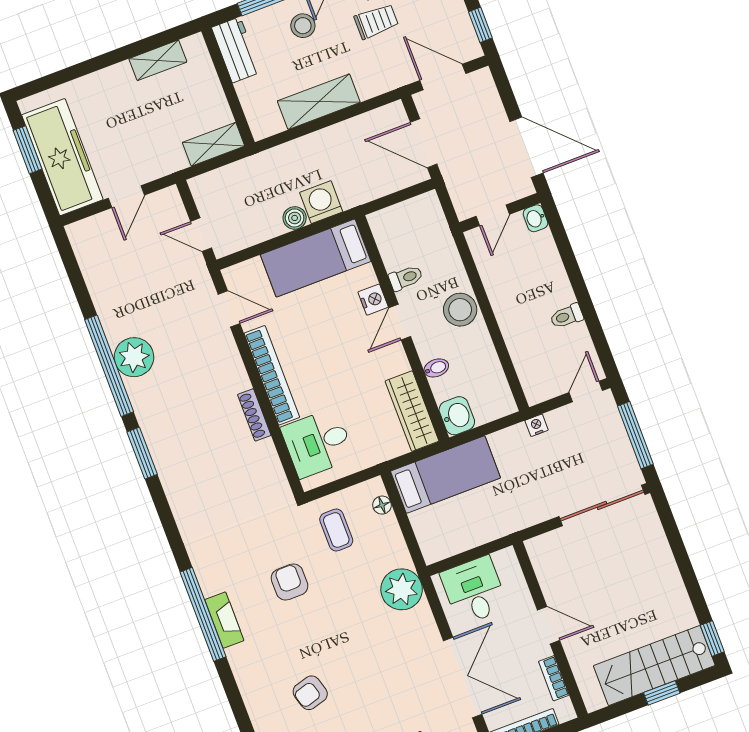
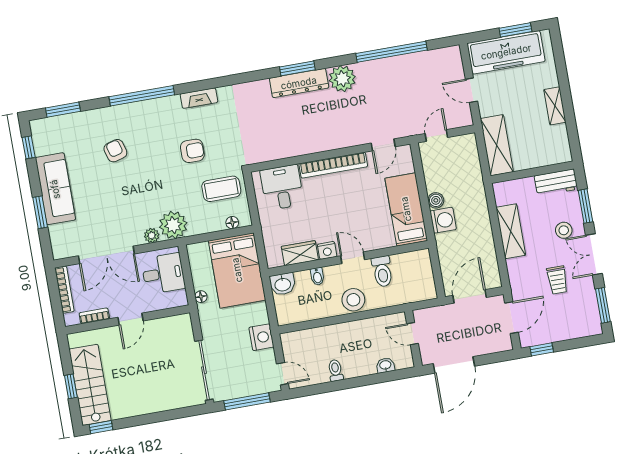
shelving: (158, 60) -> (555, 106), moved
shelving: (213, 144) -> (497, 145), width x1.50, depth x1.33
washbasin: (535, 218) -> (385, 365), moved
toilet: (406, 278) -> (382, 271), width x1.37, depth x1.39
nightstand: (373, 300) -> (327, 250), moved
plant: (134, 357) -> (342, 79), moved
window: (109, 366) -> (391, 52), moved
wardrobe: (412, 411) -> (300, 253), width x0.67
shoe rack: (254, 415) -> (309, 148), removed
nightstand: (537, 425) -> (261, 337), width x1.89, depth x1.79
dresser: (163, 447) -> (299, 83), added
bed: (446, 475) -> (237, 270), width x1.50
coffee table: (336, 530) -> (221, 189), width x1.36, depth x1.30
floor lamp: (497, 530) -> (201, 297), added
window: (203, 614) -> (142, 96), moved
plant: (423, 618) -> (152, 236), added
fireplace: (224, 620) -> (199, 98), moved

